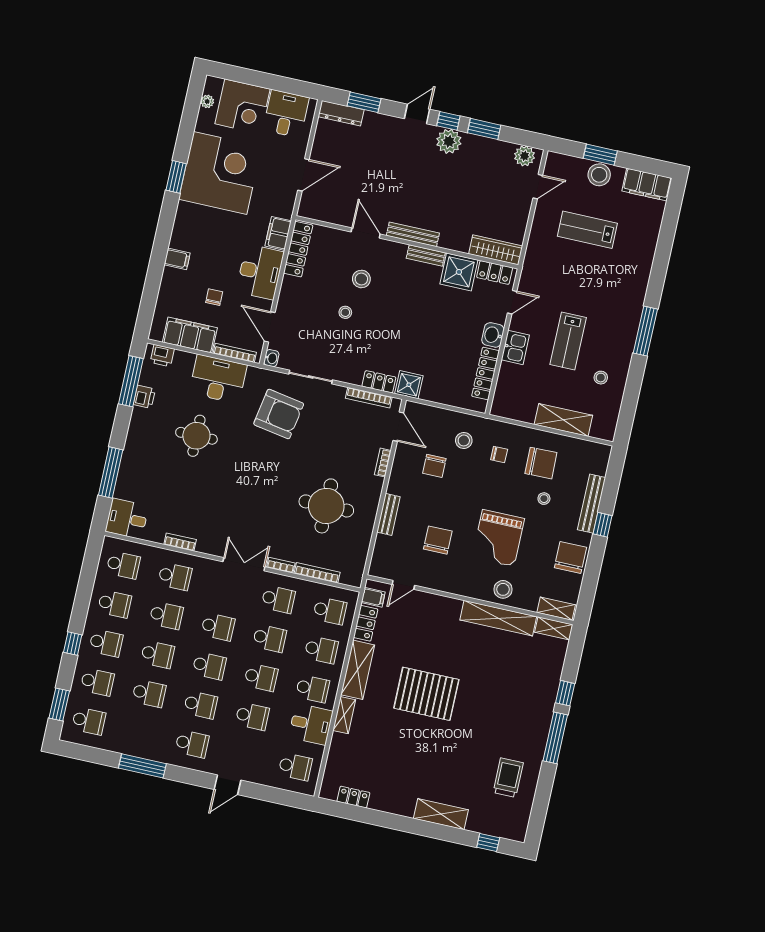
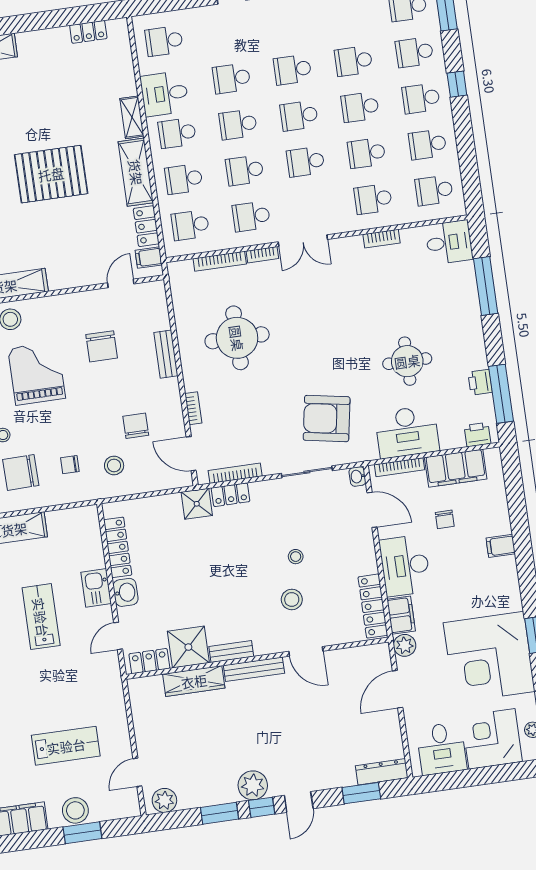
plant: (284, 208) -> (405, 645), added
wardrobe: (496, 250) -> (194, 681), moved
school desk: (192, 744) -> (286, 24), removed

